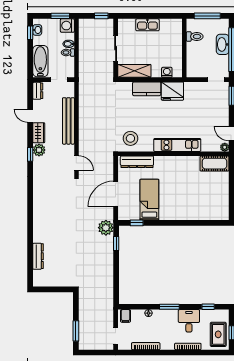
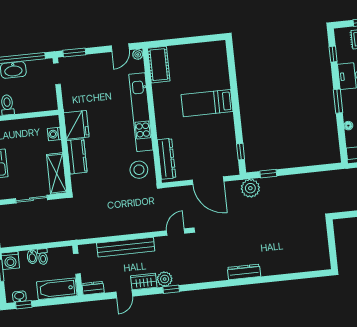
kitchen unit: (177, 145) -> (141, 112), width x1.36
bed: (149, 200) -> (207, 103), moved
dresser: (38, 256) -> (244, 272), moved

